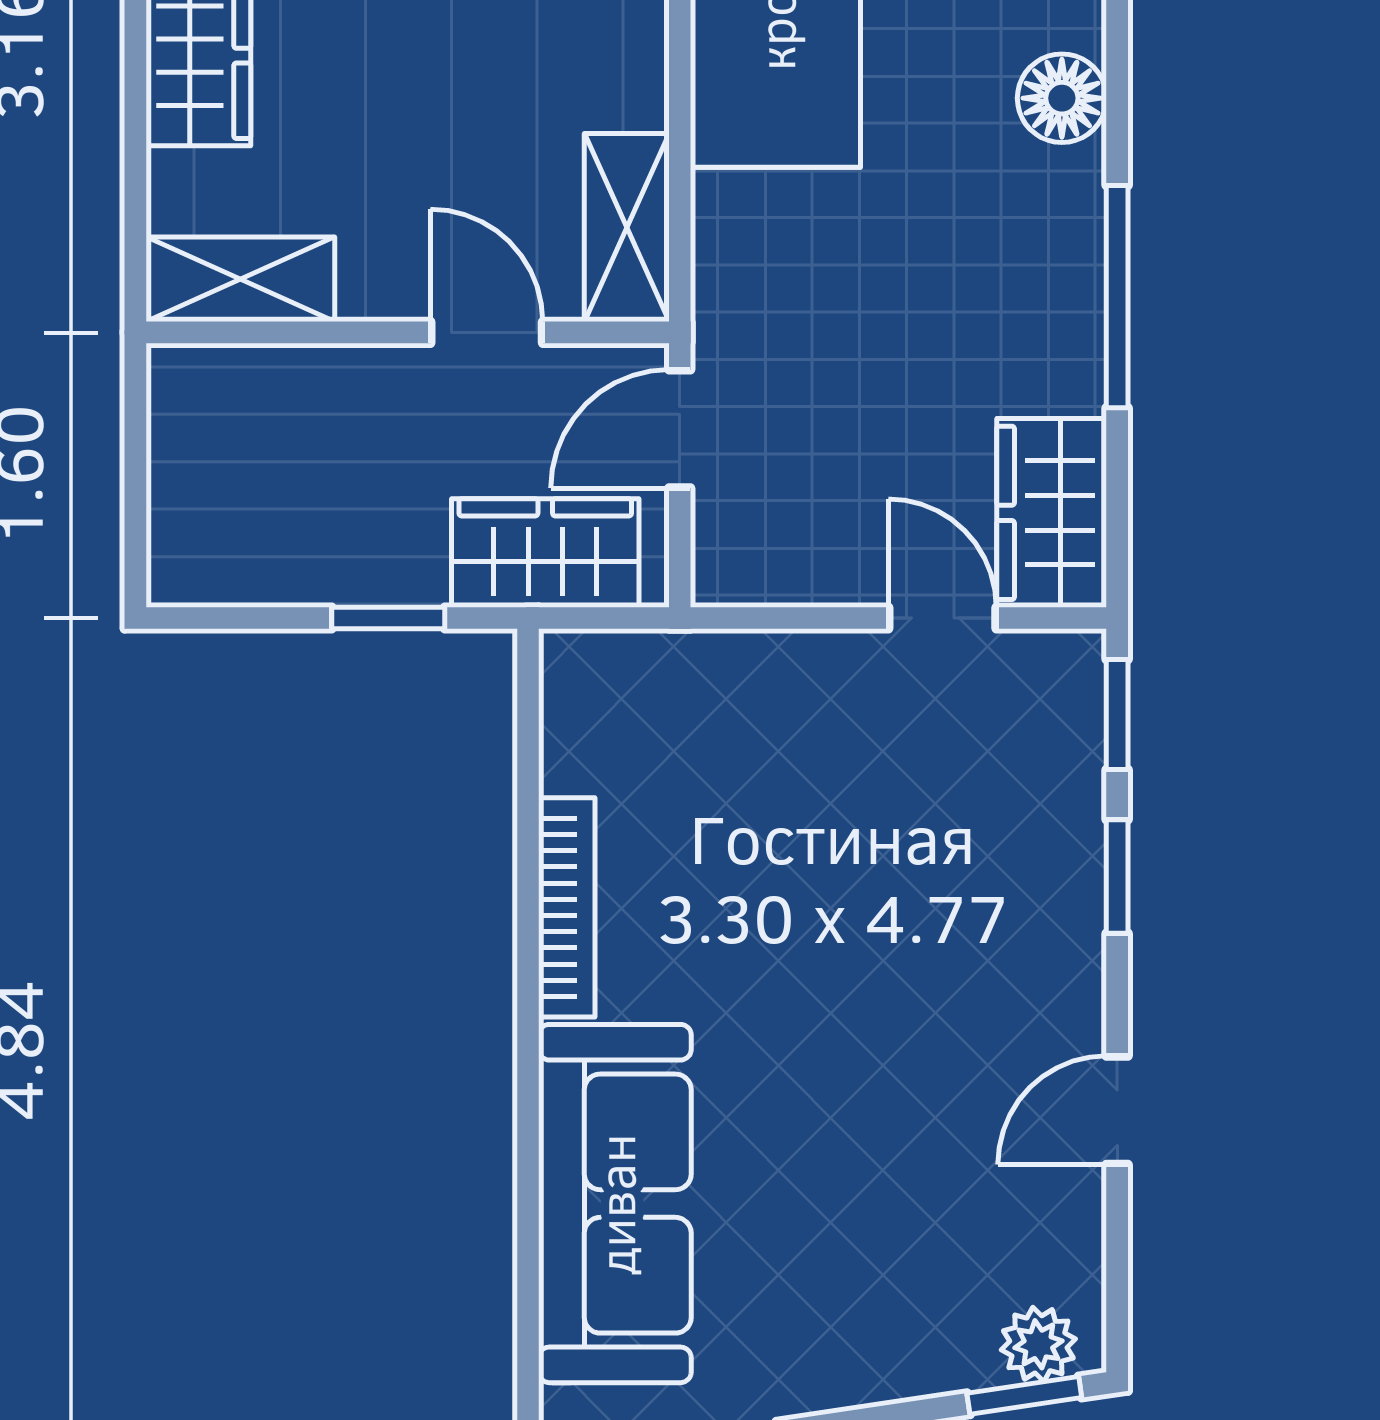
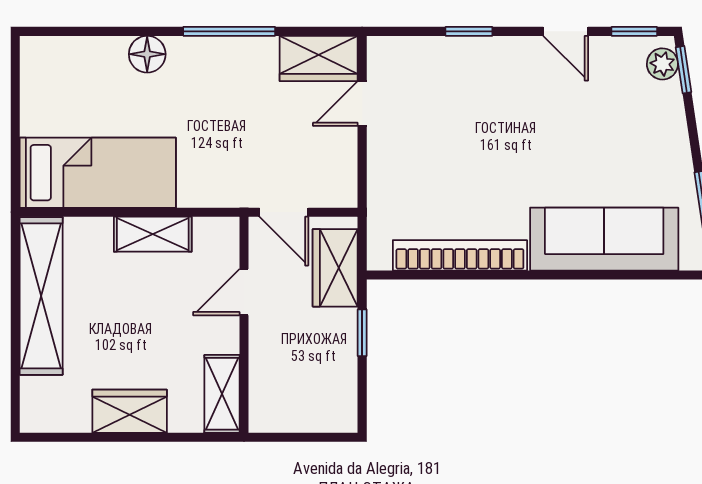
shelving: (627, 228) -> (153, 234), moved
window: (1117, 714) -> (634, 31), moved
bookcase: (567, 907) -> (460, 255), width x1.48, depth x1.31

